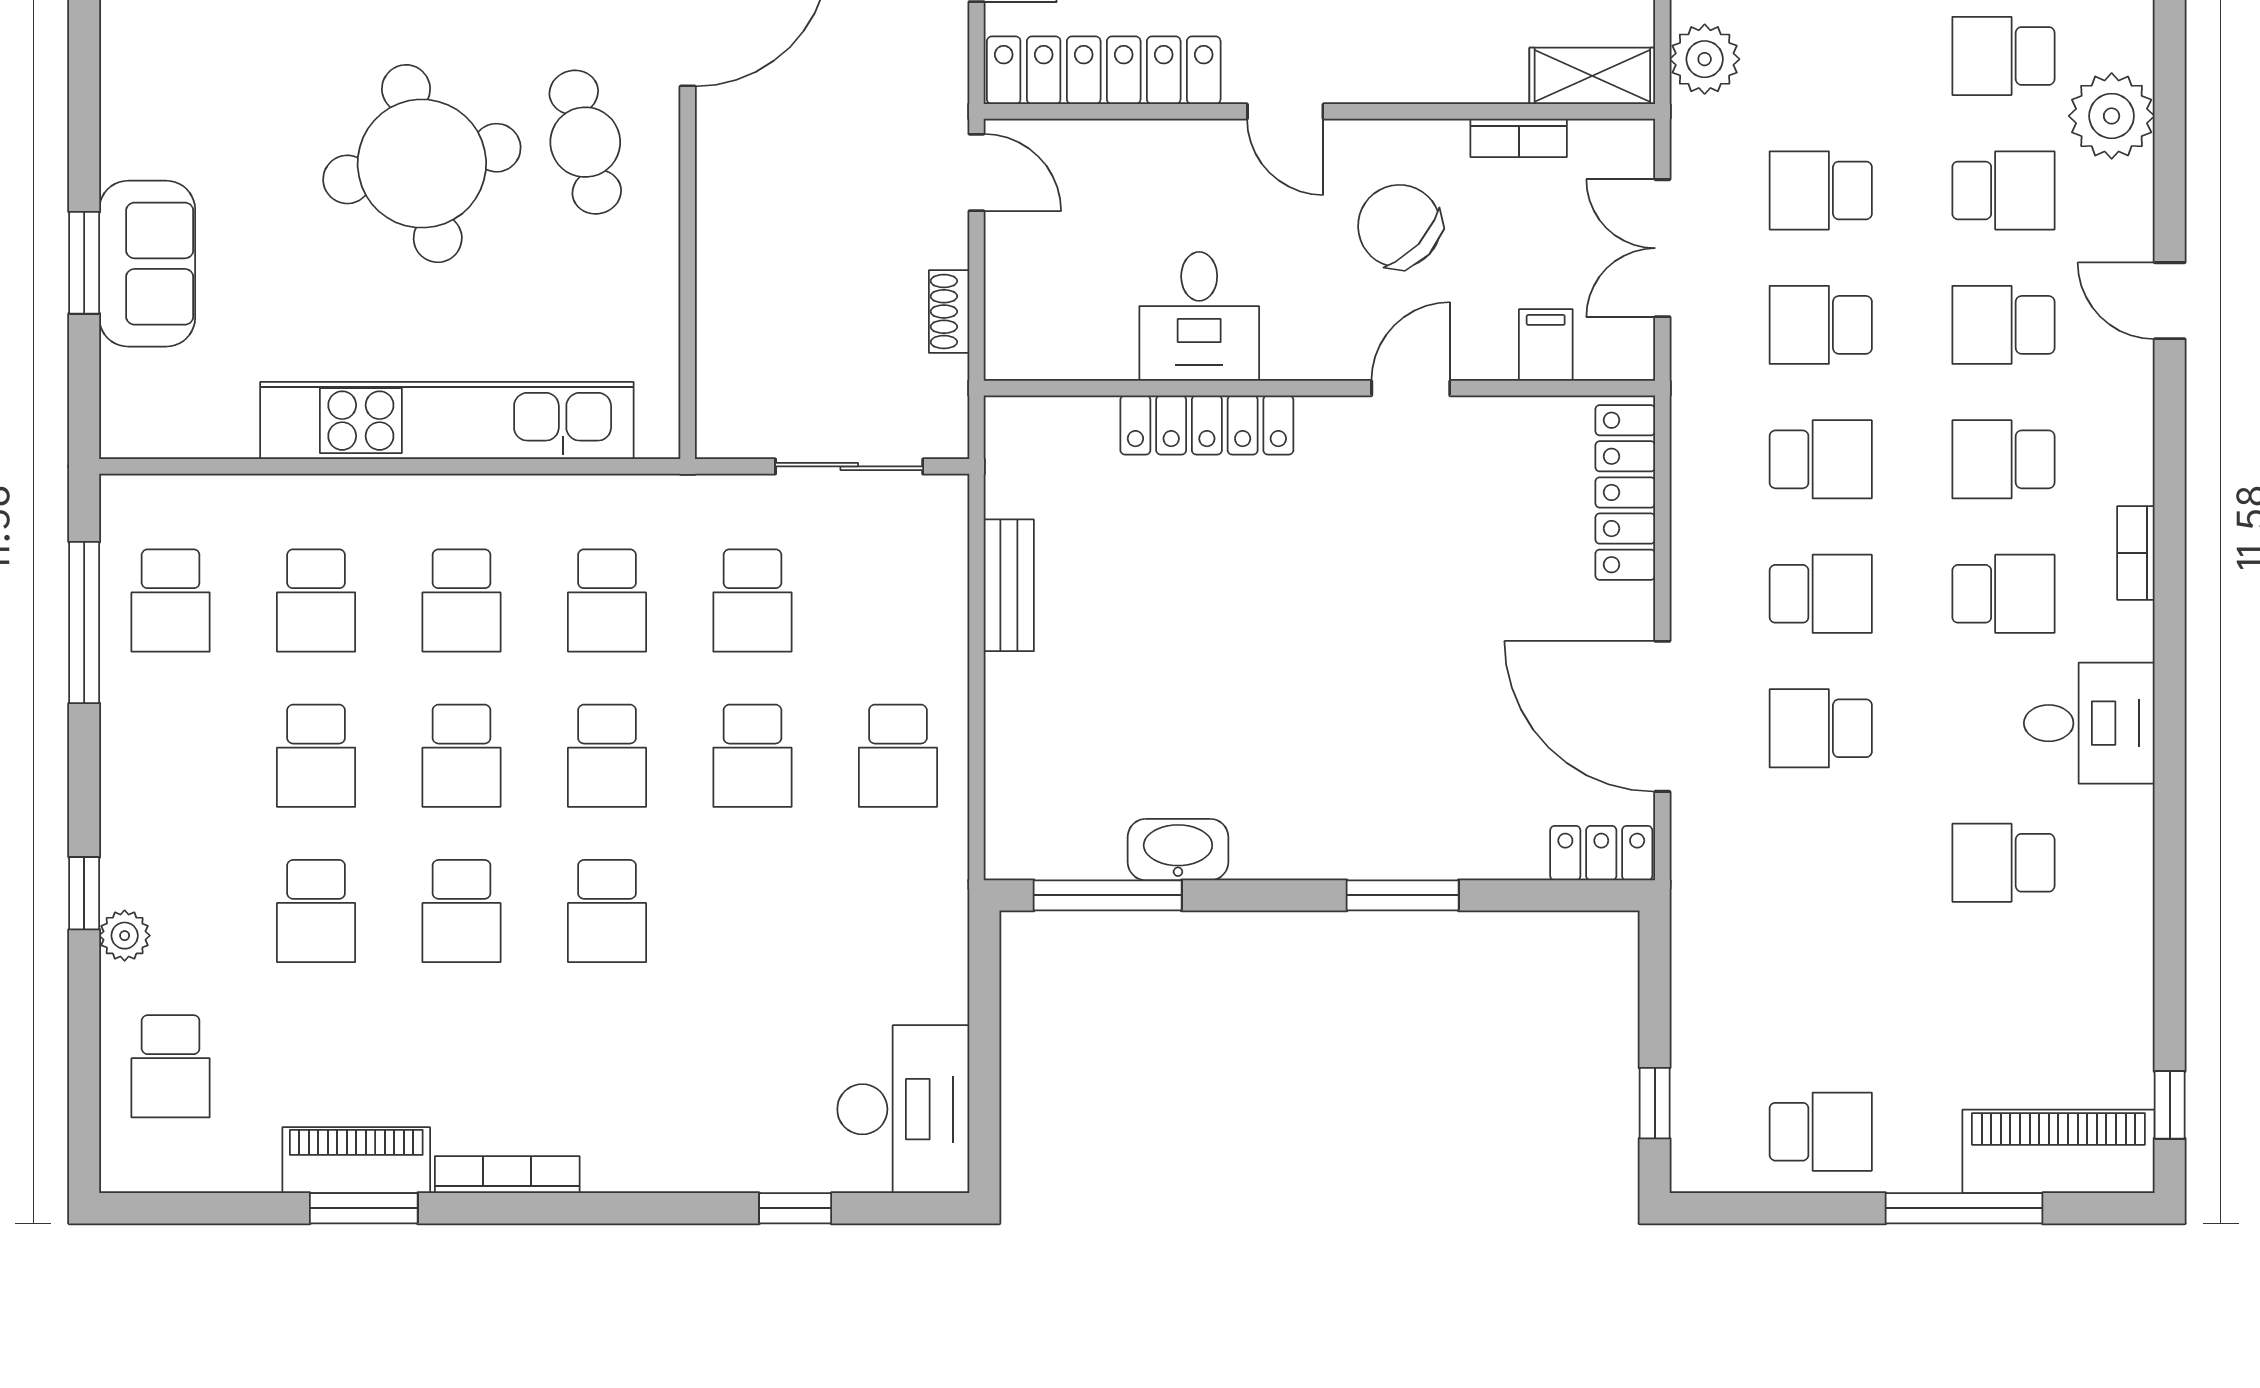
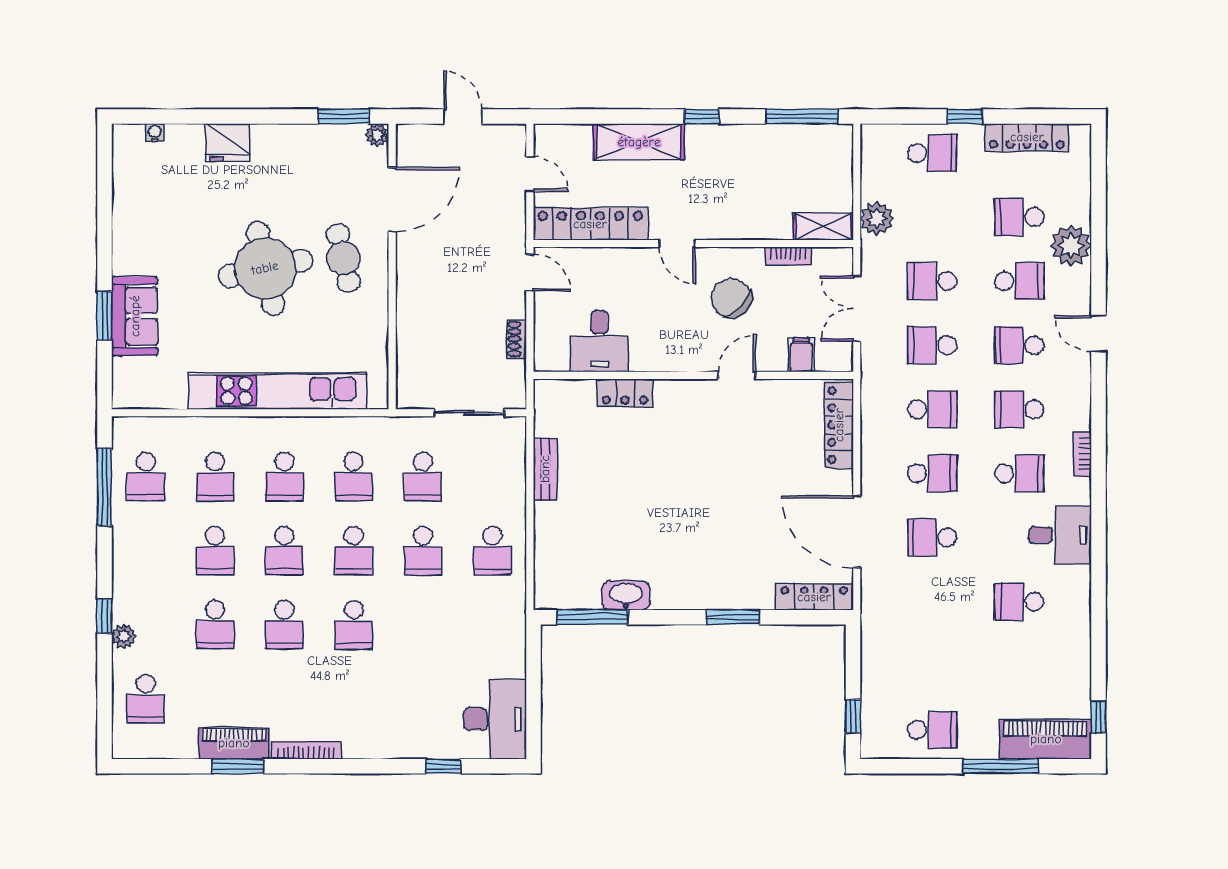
desk: (1199, 316) -> (599, 341), moved
locker: (1207, 425) -> (625, 393), width x0.66
locker: (1601, 853) -> (814, 597), width x1.53

